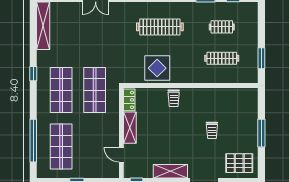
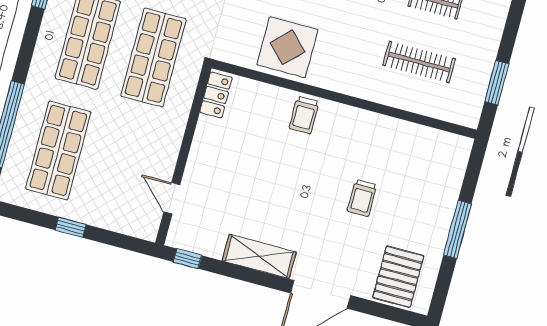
shelving: (130, 128) -> (203, 150), removed
pallet: (239, 163) -> (398, 277), turned 90

